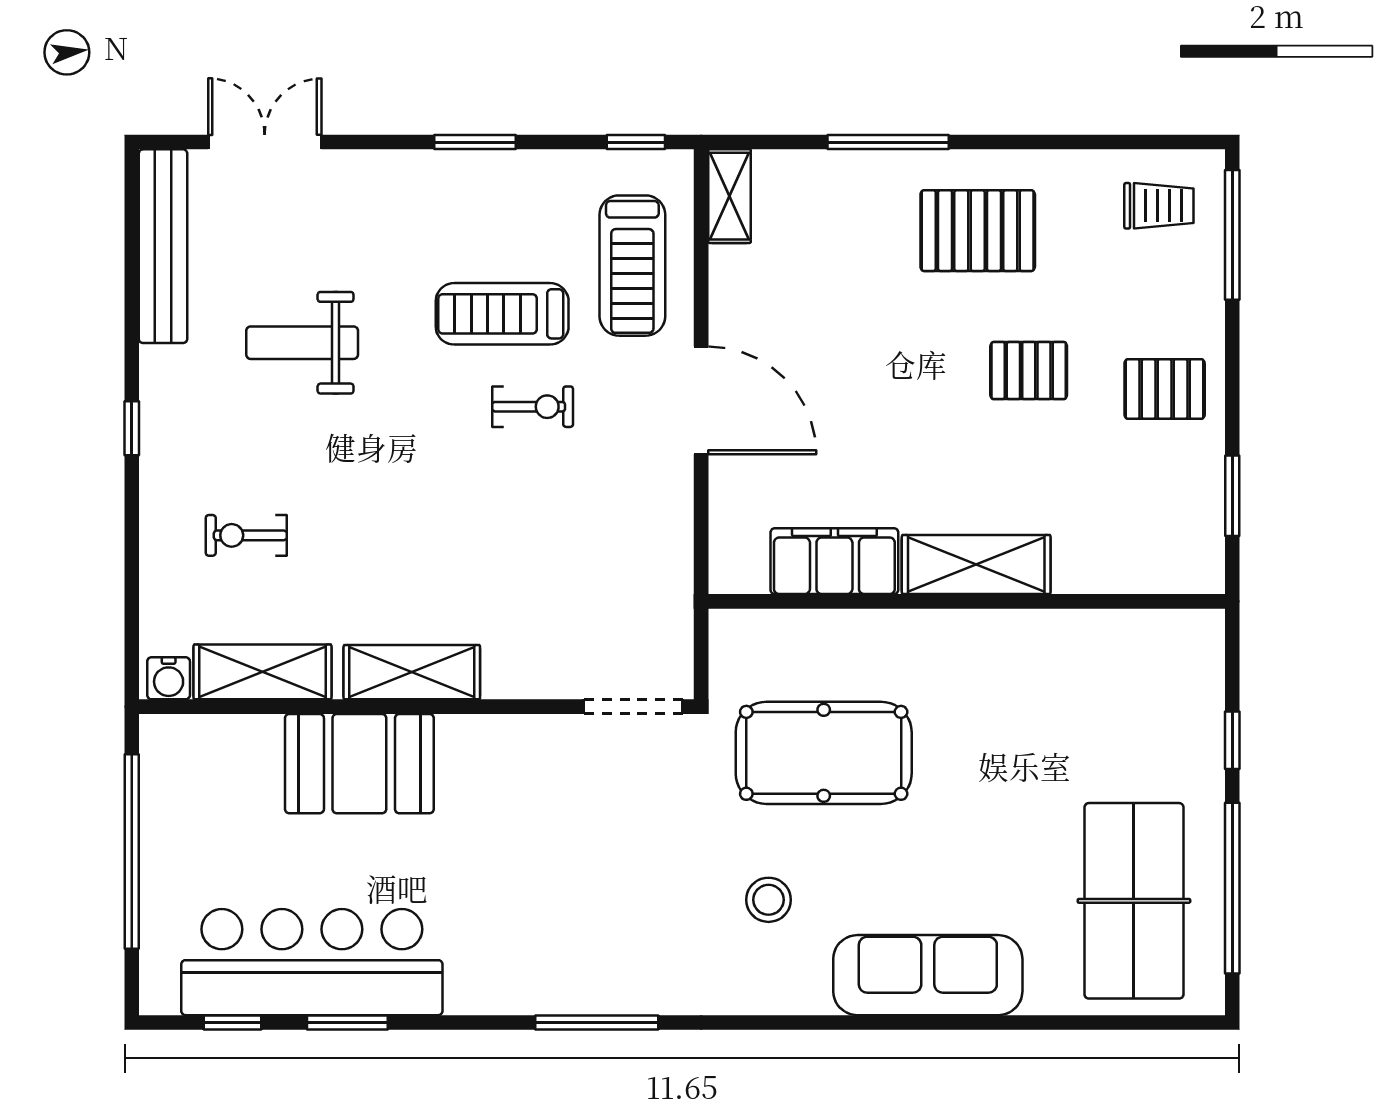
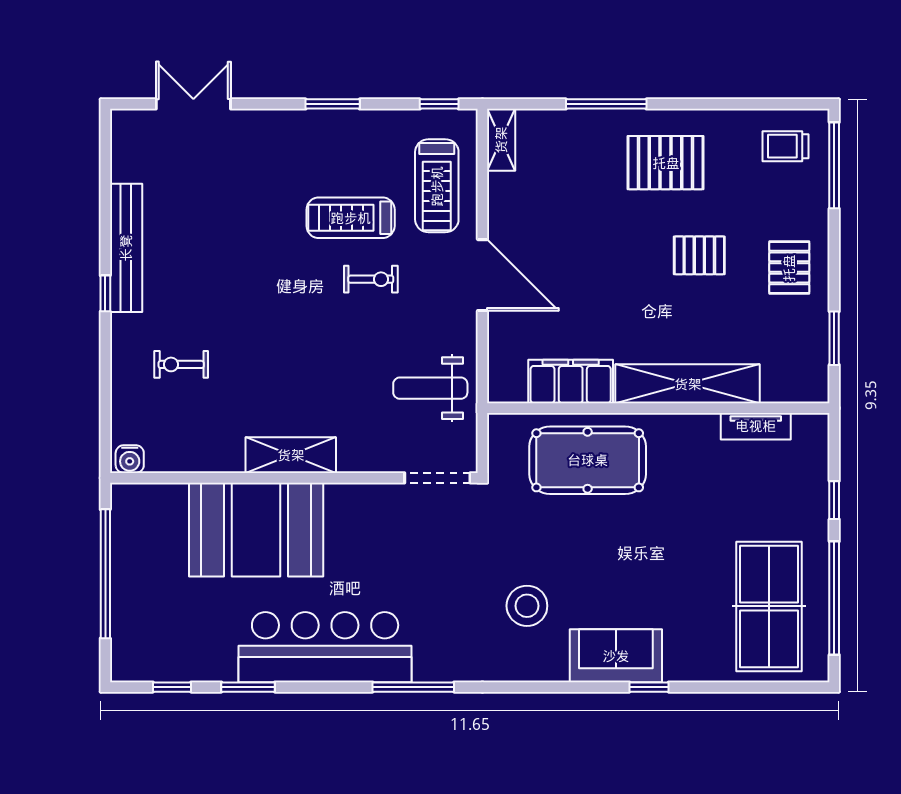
trolley: (1159, 206) -> (786, 146), turned 180
bench: (163, 246) -> (126, 248), moved
weight bench: (302, 343) -> (430, 388), moved
pallet: (1165, 389) -> (789, 268), turned 90
shelving: (976, 565) -> (688, 384), width x1.47
tv unit: (1114, 629) -> (756, 426), added
shelving: (263, 672) -> (192, 455), removed
pool table: (824, 753) -> (588, 460), moved
booth: (359, 764) -> (256, 530), width x1.36, depth x1.42
stool: (768, 900) -> (527, 606), width x1.38, depth x1.38
bar counter: (312, 962) -> (325, 647), moved
sofa: (928, 975) -> (616, 656), width x0.73
window: (953, 1022) -> (649, 687), added

